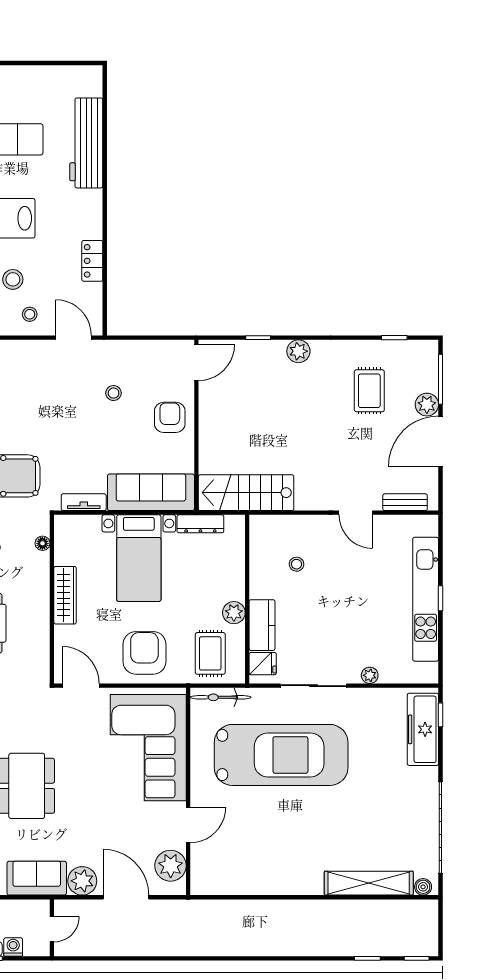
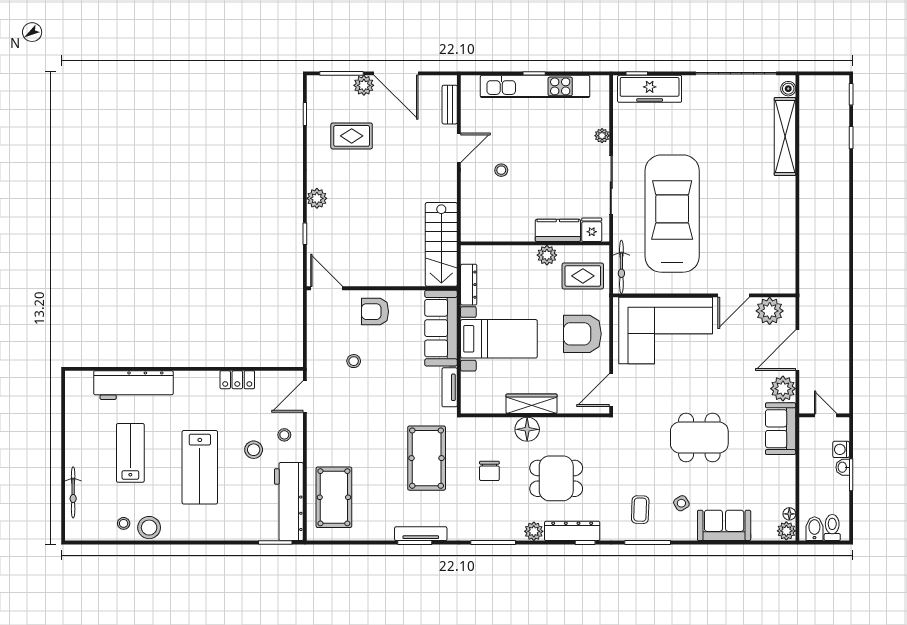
floor lamp: (42, 543) -> (527, 429), moved, width x1.89, depth x1.89
stool: (297, 564) -> (501, 170), moved
door: (188, 825) -> (734, 295), swing flipped

